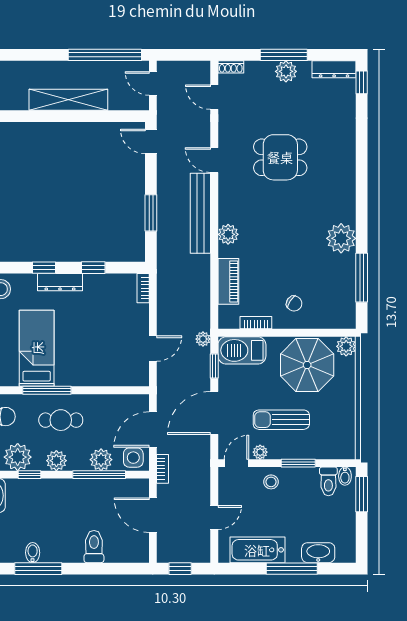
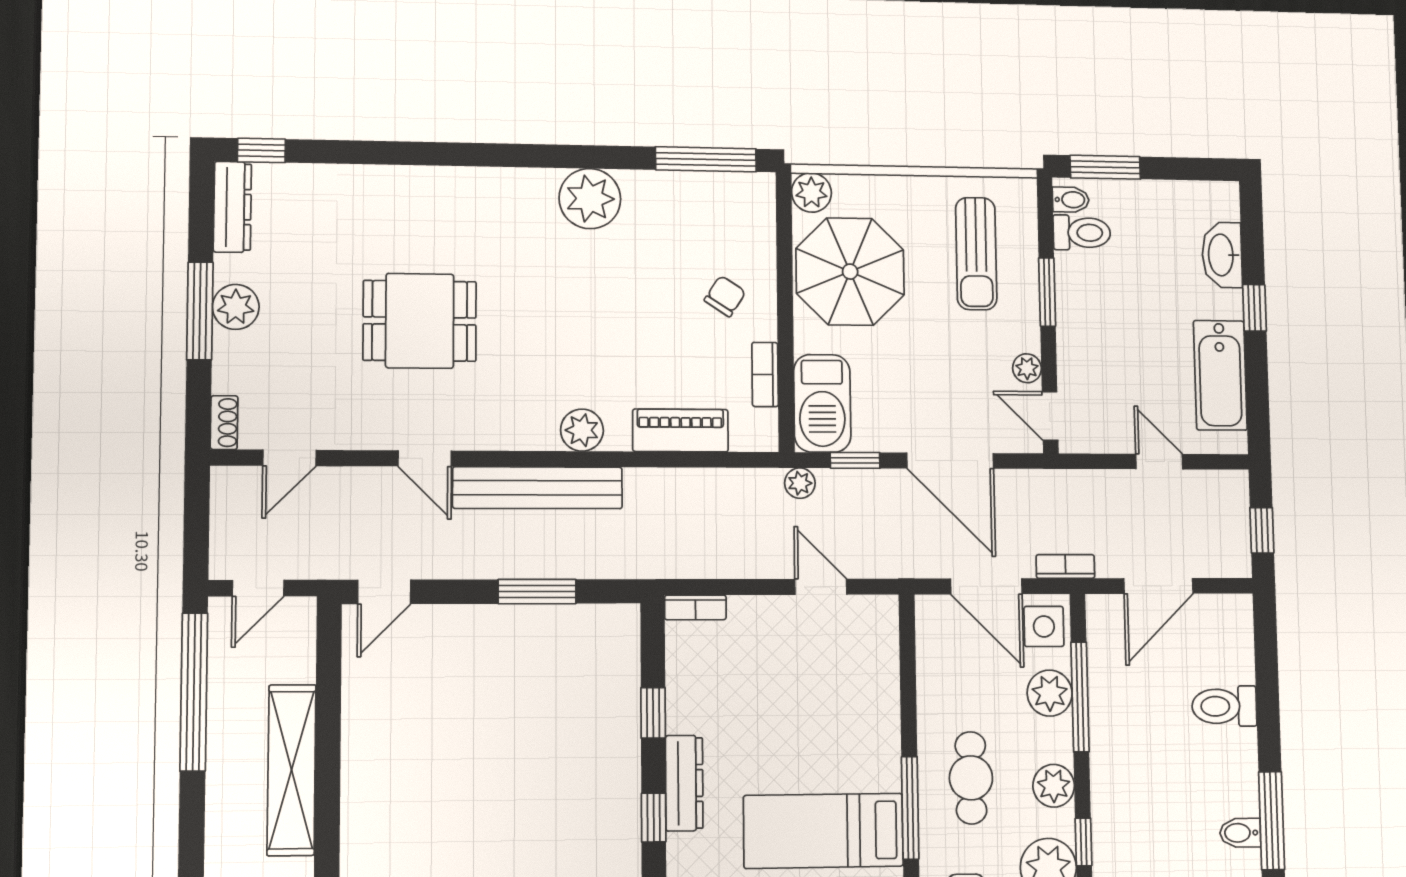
dining table: (280, 157) -> (420, 321), turned 90
door: (214, 160) -> (425, 459), hinge flipped
window: (362, 278) -> (706, 159), moved
sun lounger: (281, 420) -> (976, 254), moved
stool: (271, 482) -> (1086, 347), removed
window: (292, 569) -> (1254, 308), width x0.46

